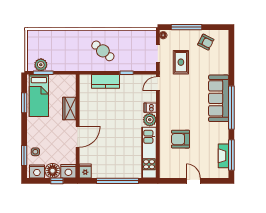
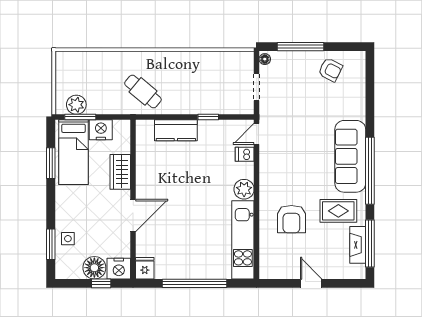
cafe table: (103, 51) -> (143, 91), moved
rug: (181, 62) -> (338, 211), moved, turned 90
dishwasher: (150, 108) -> (245, 154), moved
armchair: (181, 139) -> (291, 219), turned -90
nightstand: (37, 171) -> (101, 130), moved, turned 180

